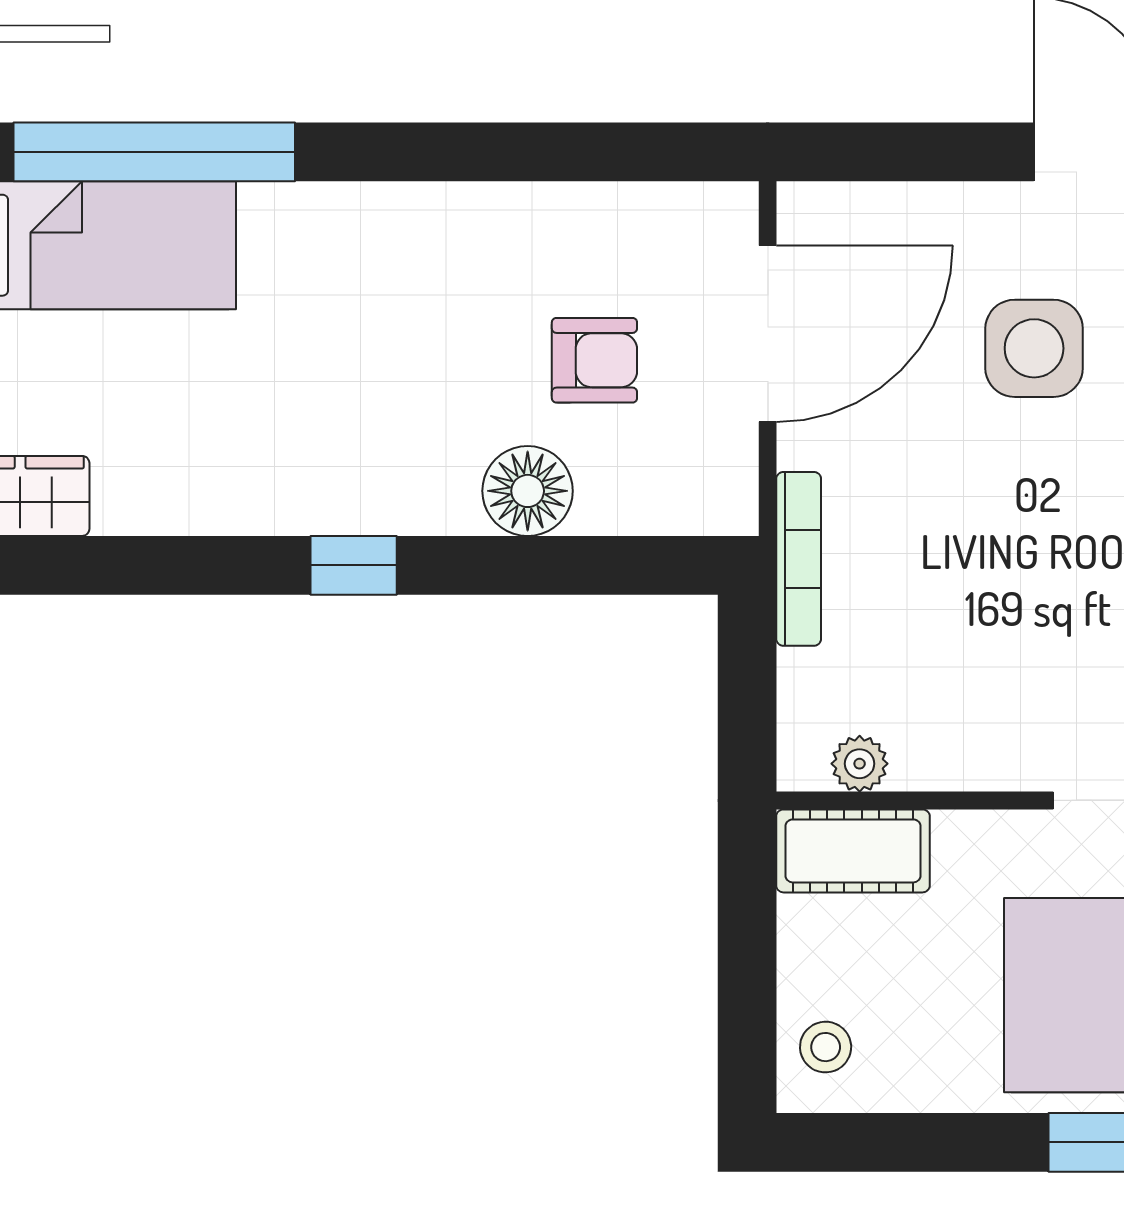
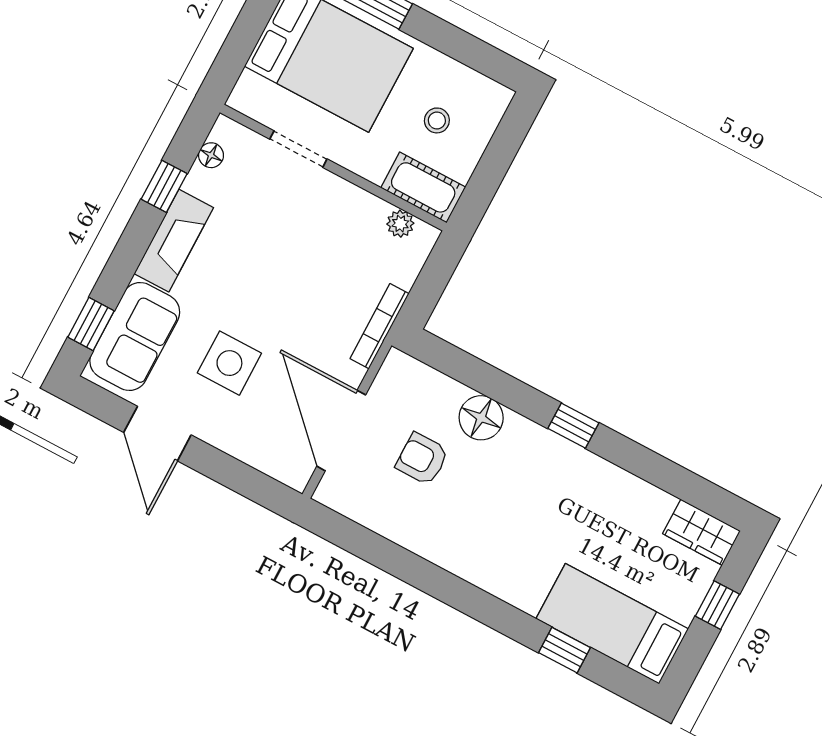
window: (154, 152) -> (564, 650), width x0.32
door: (768, 334) -> (341, 431), hinge flipped
stool: (826, 1047) -> (437, 120), moved

